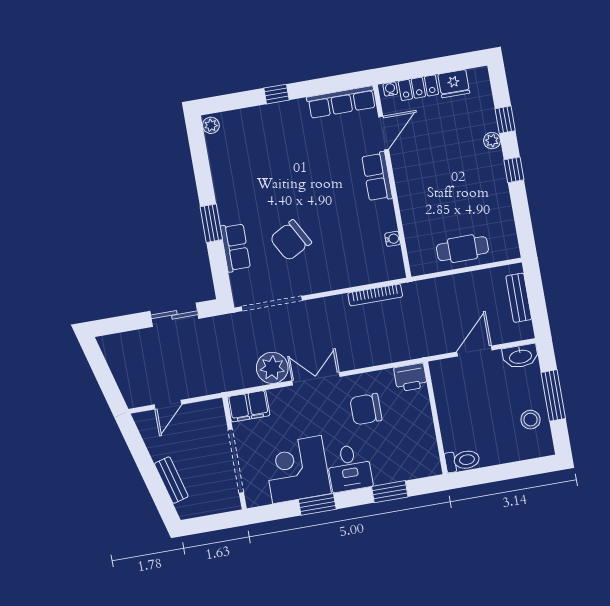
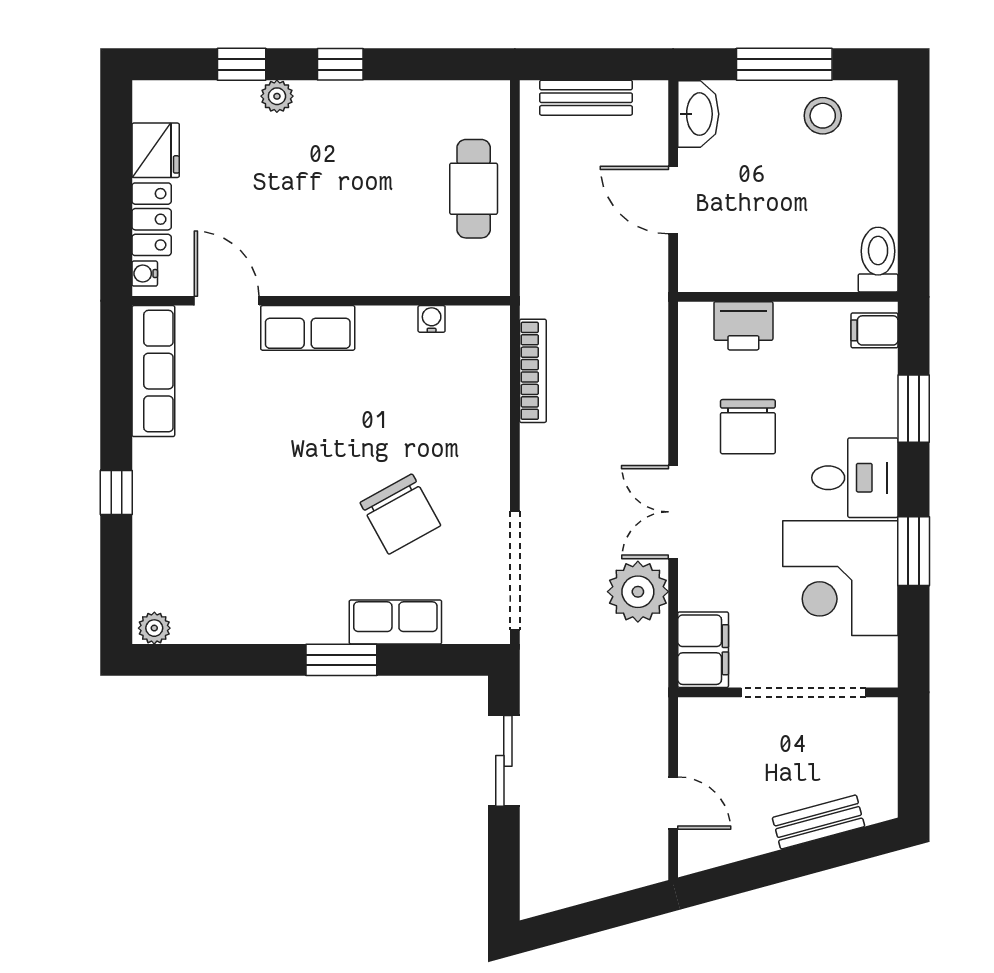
printer: (410, 377) -> (743, 326), moved, turned 90
filing cabinet: (426, 465) -> (874, 330), added

